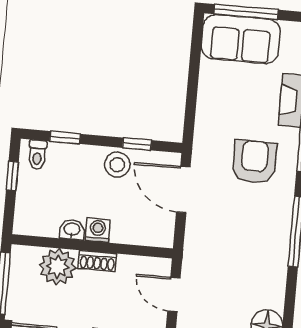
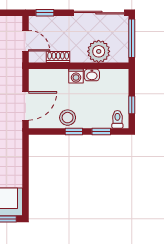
window: (137, 144) -> (74, 131), moved
door: (183, 190) -> (25, 106), hinge flipped
shoe rack: (97, 261) -> (58, 57), moved

